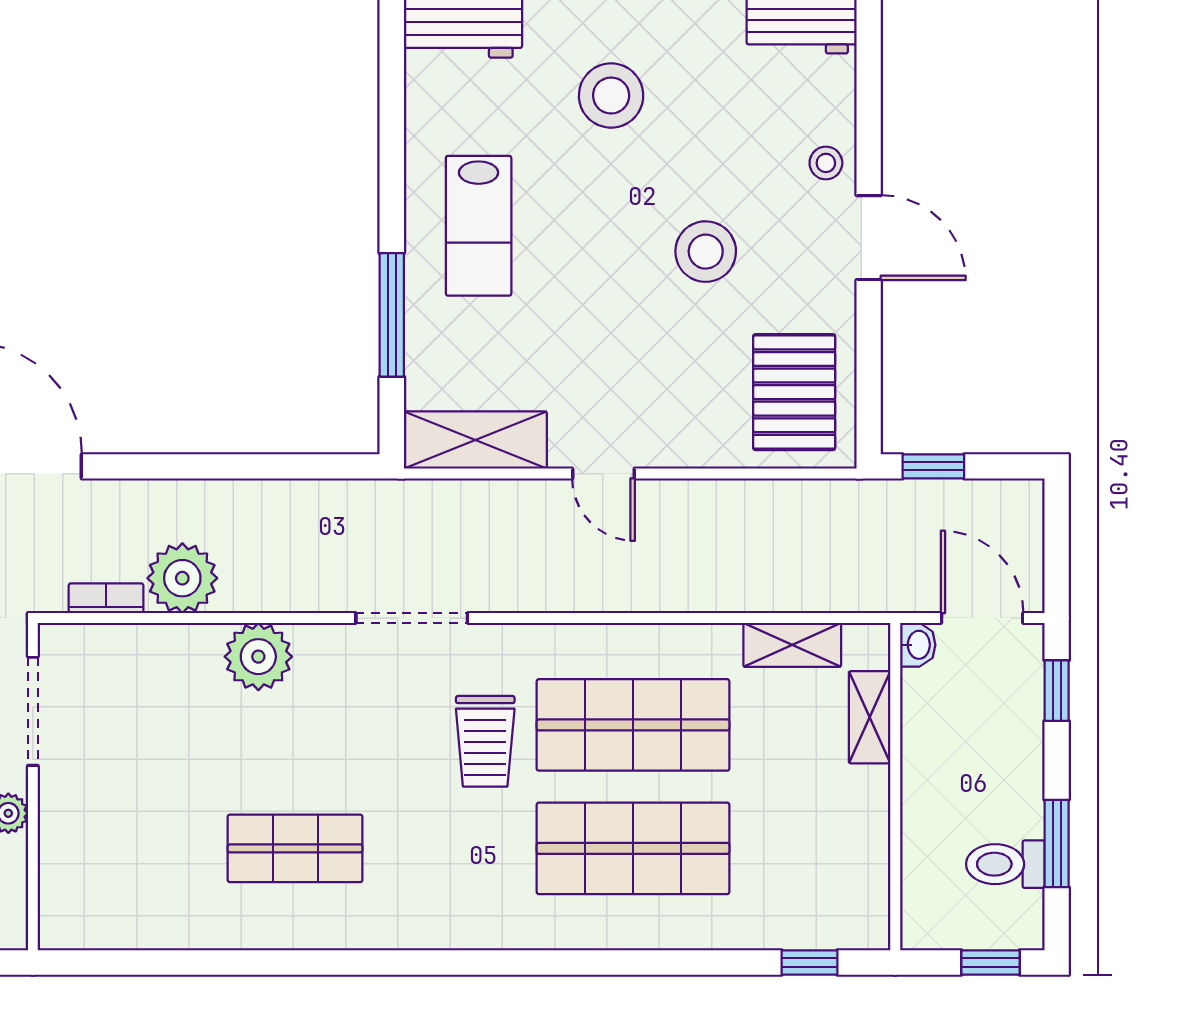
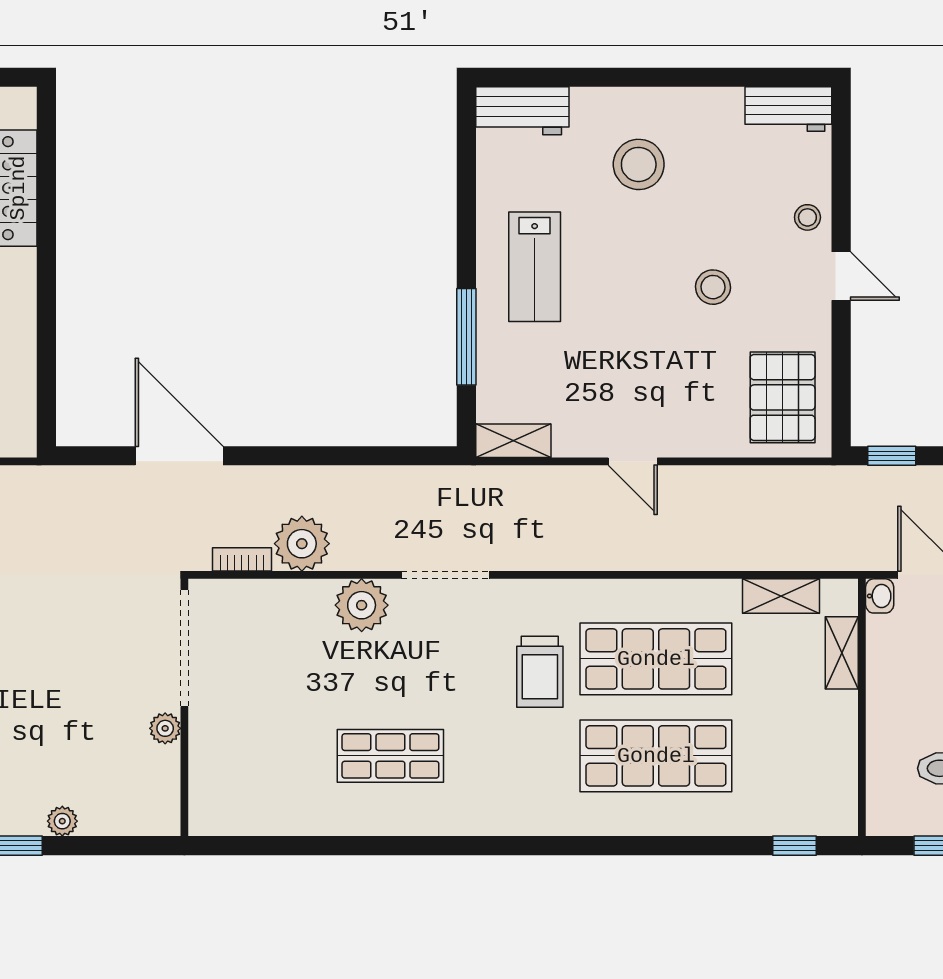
door: (869, 238) -> (841, 276), width x0.73
stool: (706, 252) -> (713, 287), width x0.73, depth x0.73
shelving: (475, 440) -> (513, 441), width x0.67, depth x0.75
doorway: (412, 618) -> (446, 575), moved
doorway: (33, 711) -> (184, 648), width x1.36

